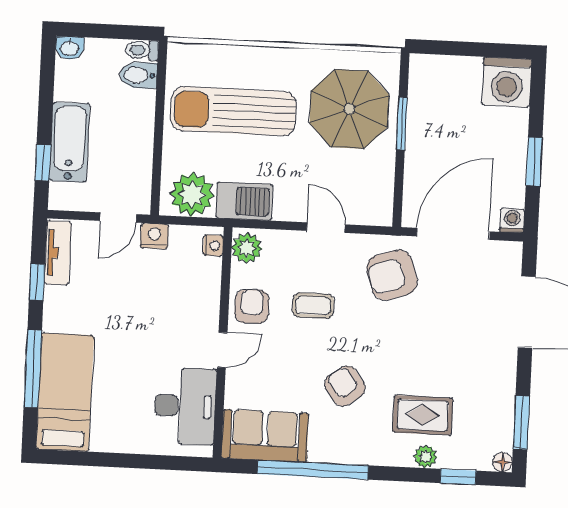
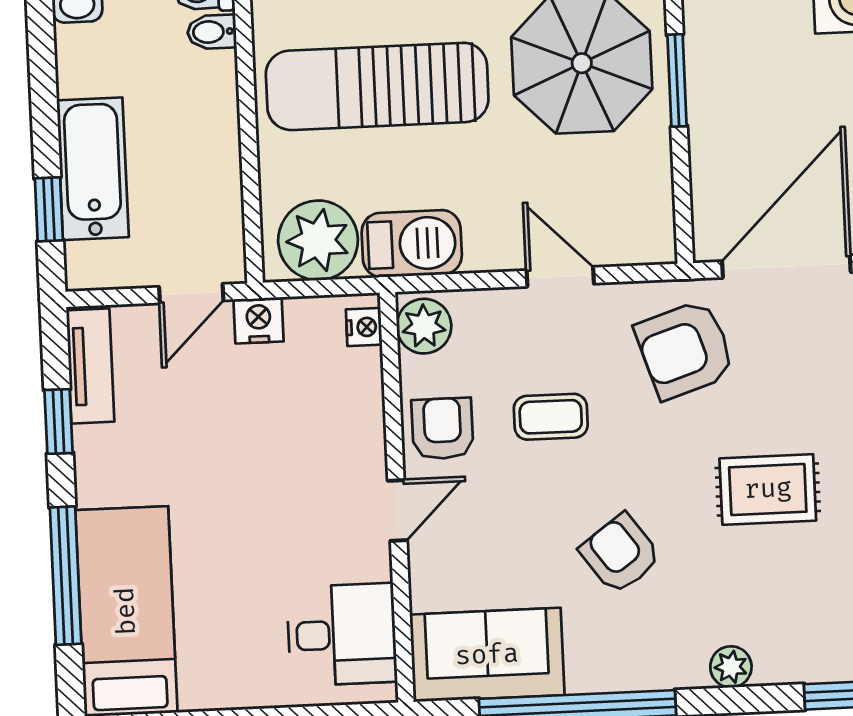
bidet: (138, 75) -> (212, 32), width x0.72, depth x0.74
desk: (185, 406) -> (342, 634), width x0.73
rug: (423, 415) -> (768, 489), moved
plant: (425, 457) -> (731, 667), moved

